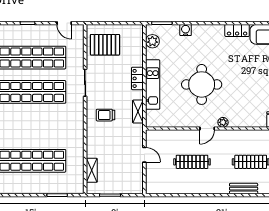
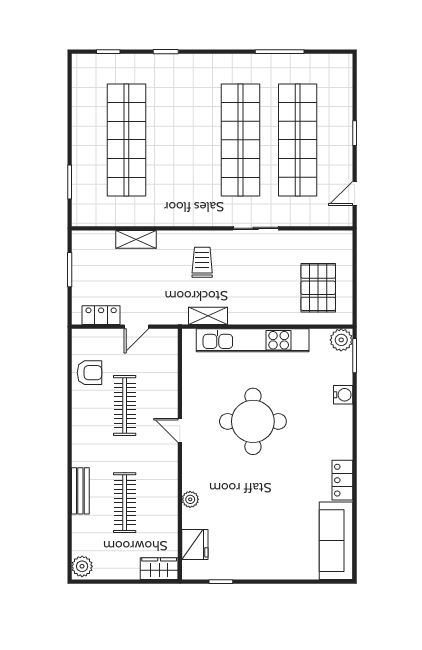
plant: (152, 41) -> (341, 340), moved
pallet: (105, 45) -> (318, 288), moved
locker: (137, 78) -> (101, 315), moved
kitchen unit: (153, 85) -> (253, 340), width x1.36
plant: (223, 122) -> (190, 499), moved
shelving: (92, 170) -> (136, 239), moved
armchair: (172, 183) -> (90, 373), added

